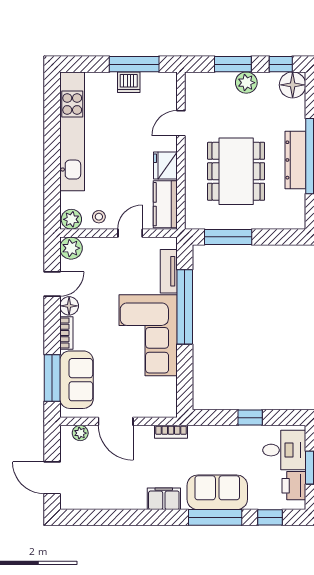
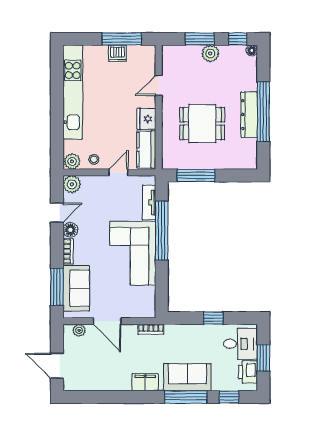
floor lamp: (293, 85) -> (252, 50), width x0.53, depth x0.53
dining table: (236, 171) -> (202, 124), width x0.73

